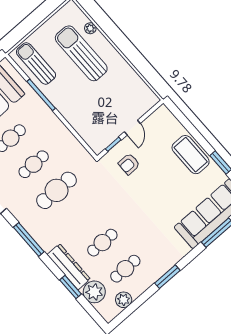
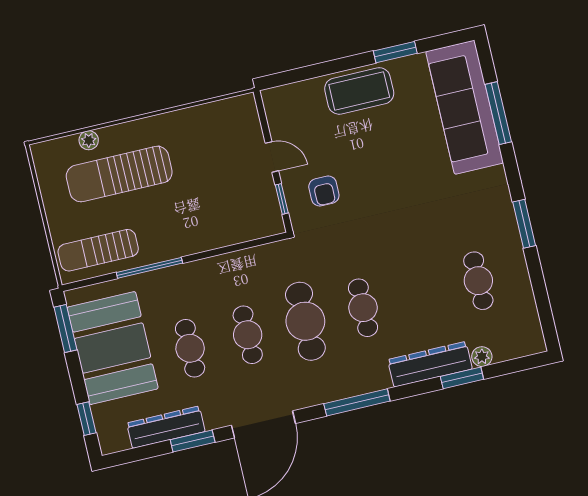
cafe table: (102, 243) -> (363, 308), moved
plant: (94, 292) -> (482, 357), width x0.53, depth x0.53
plant: (124, 300) -> (524, 308), removed

